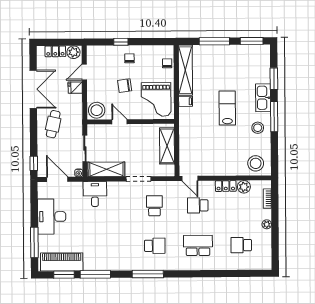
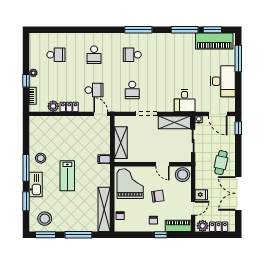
piano: (101, 52) -> (178, 226), added
filing cabinet: (186, 101) -> (104, 159), moved
stool: (256, 163) -> (45, 219), moved
window: (275, 215) -> (26, 81), added
school desk: (198, 245) -> (94, 55), width x0.54

